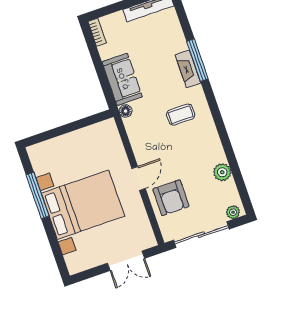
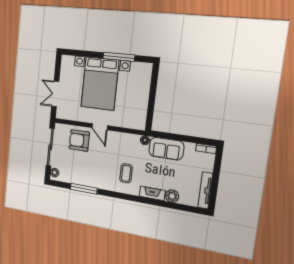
window: (197, 60) -> (84, 189), moved
plant: (222, 172) -> (172, 196), moved

